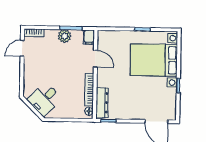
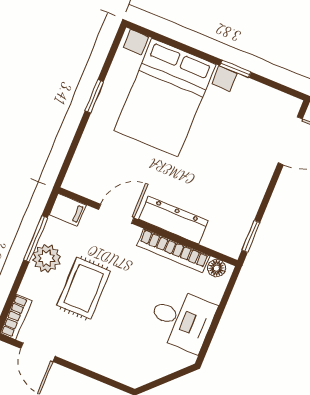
rug: (58, 57) -> (84, 288), added
desk: (44, 99) -> (182, 320), moved, turned -45
dresser: (102, 103) -> (173, 220), moved

